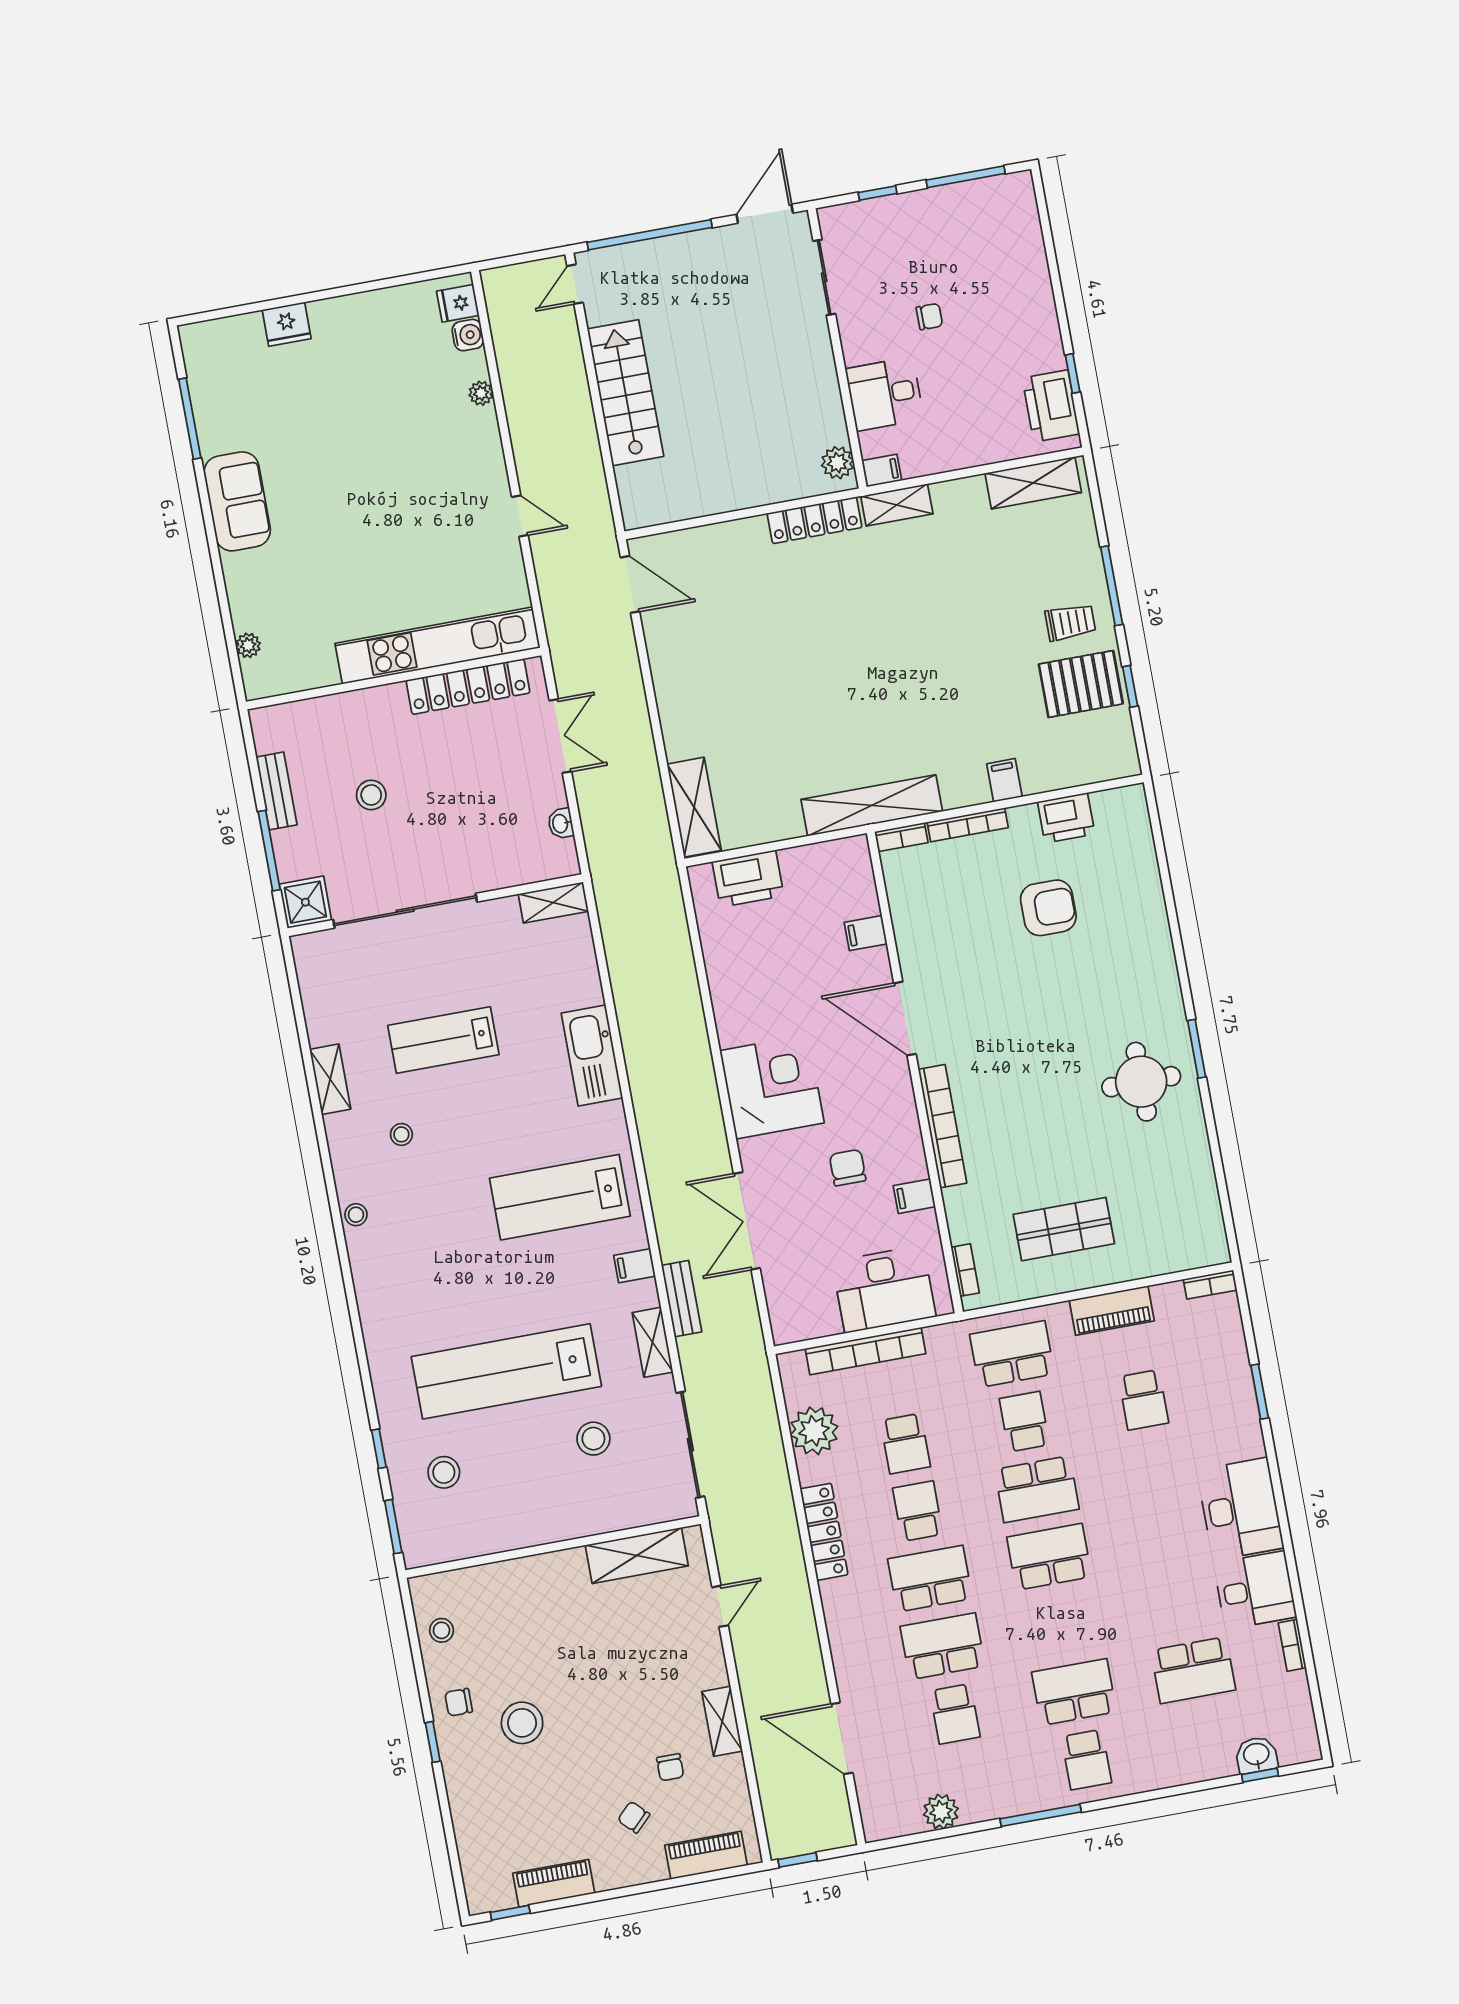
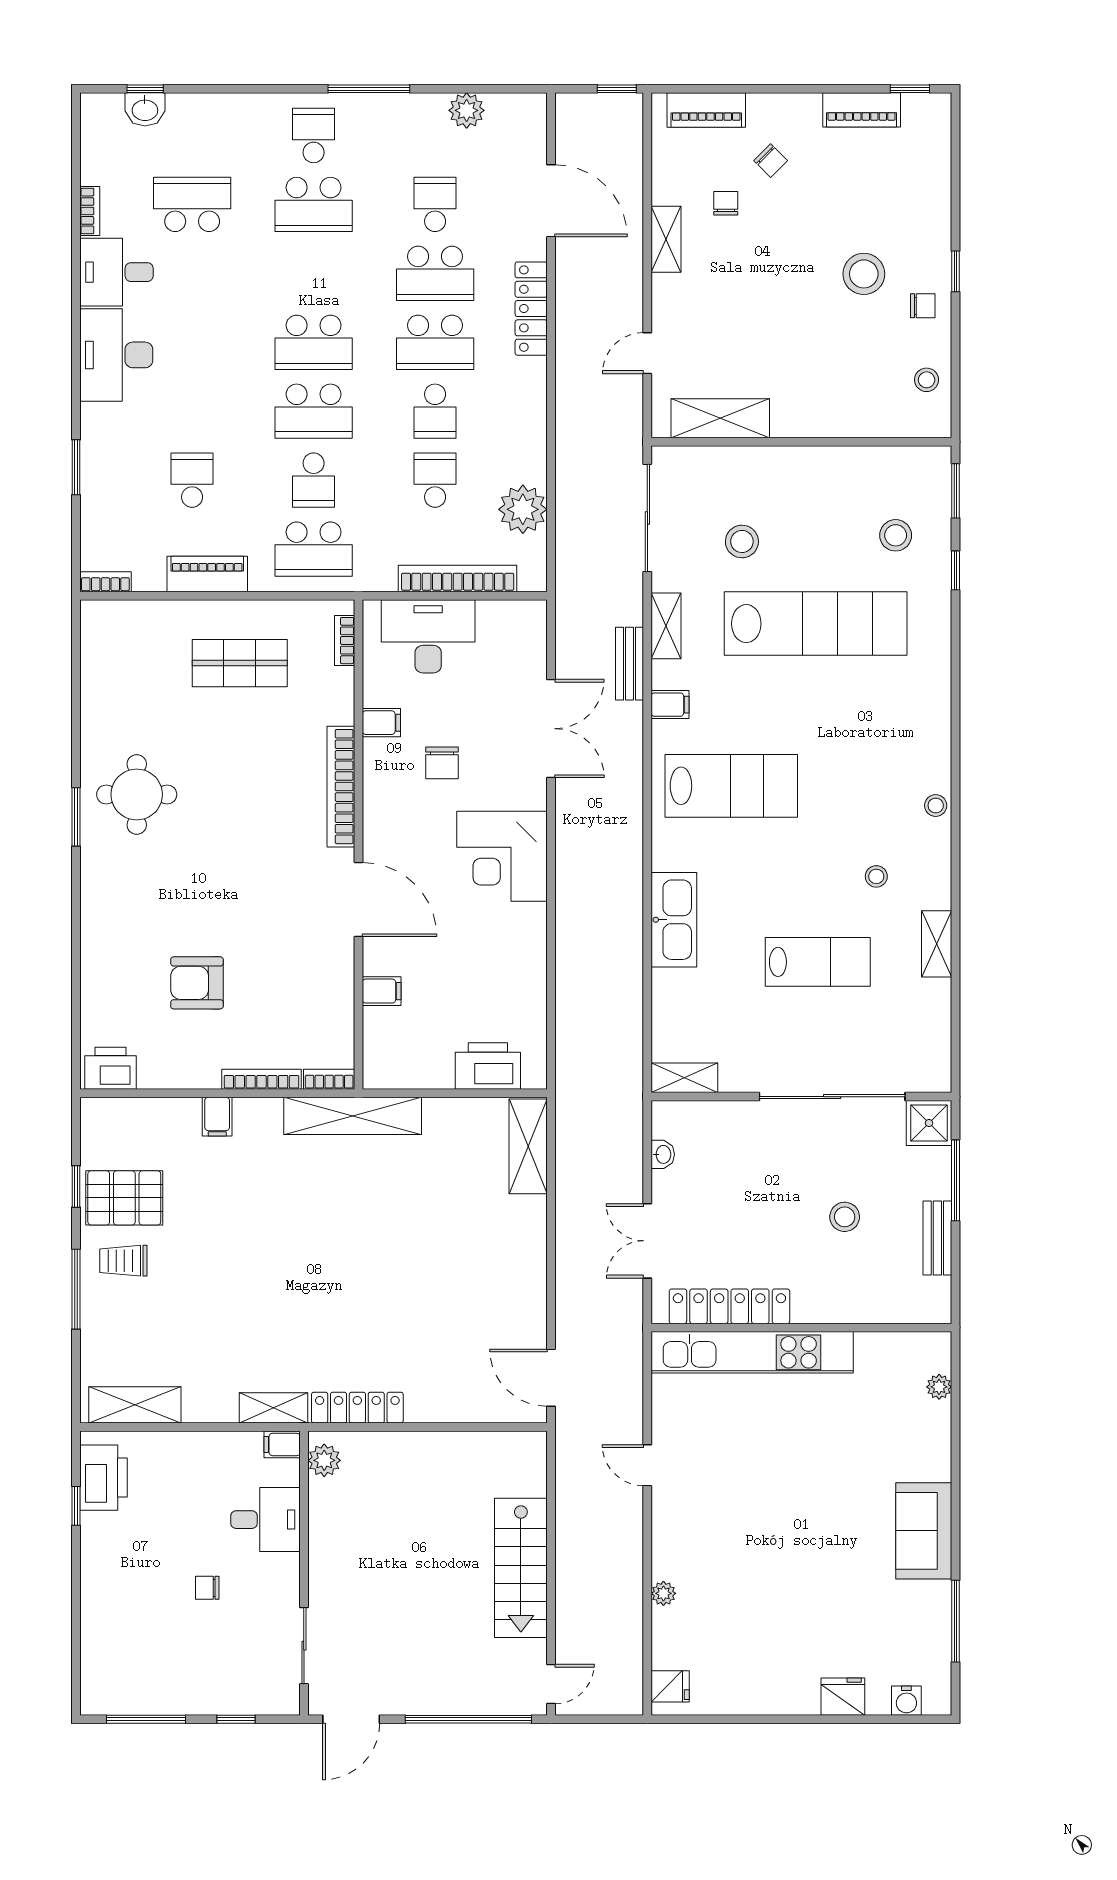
water cooler: (468, 335) -> (906, 1701), moved, turned -90
printer: (1066, 818) -> (110, 1068), moved
school desk: (1037, 1489) -> (314, 411), turned 180
locker: (824, 1532) -> (531, 309), moved

